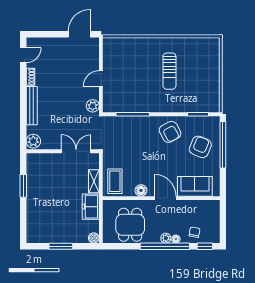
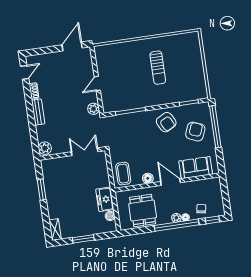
bench: (32, 106) -> (38, 112), width x0.73
shelving: (94, 181) -> (55, 229), moved
boiler: (94, 238) -> (110, 216), moved

